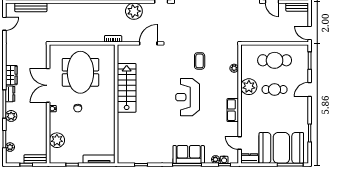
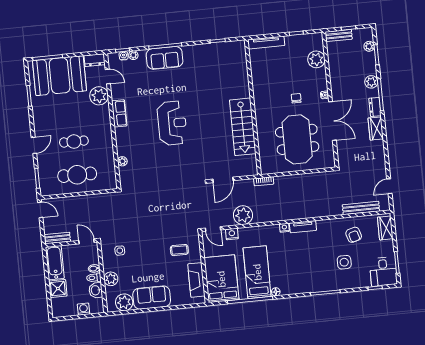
coffee table: (200, 61) -> (163, 166), removed
plant: (249, 87) -> (99, 96), moved

